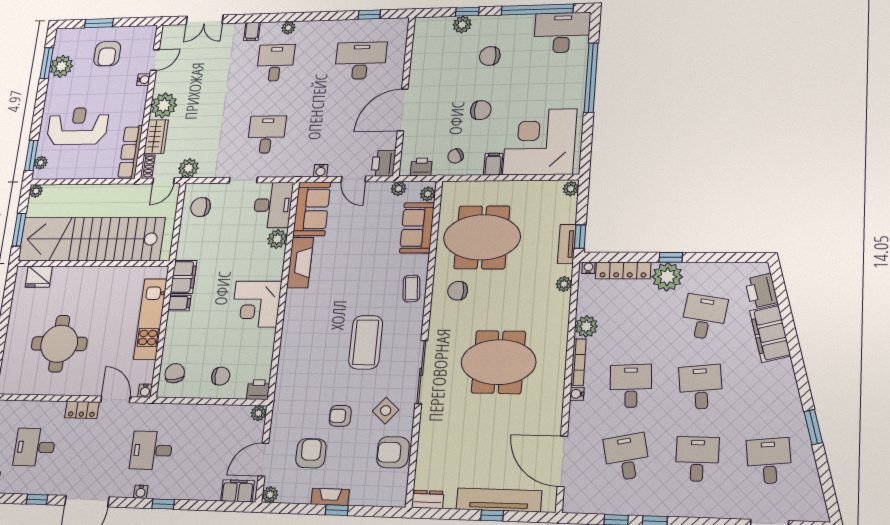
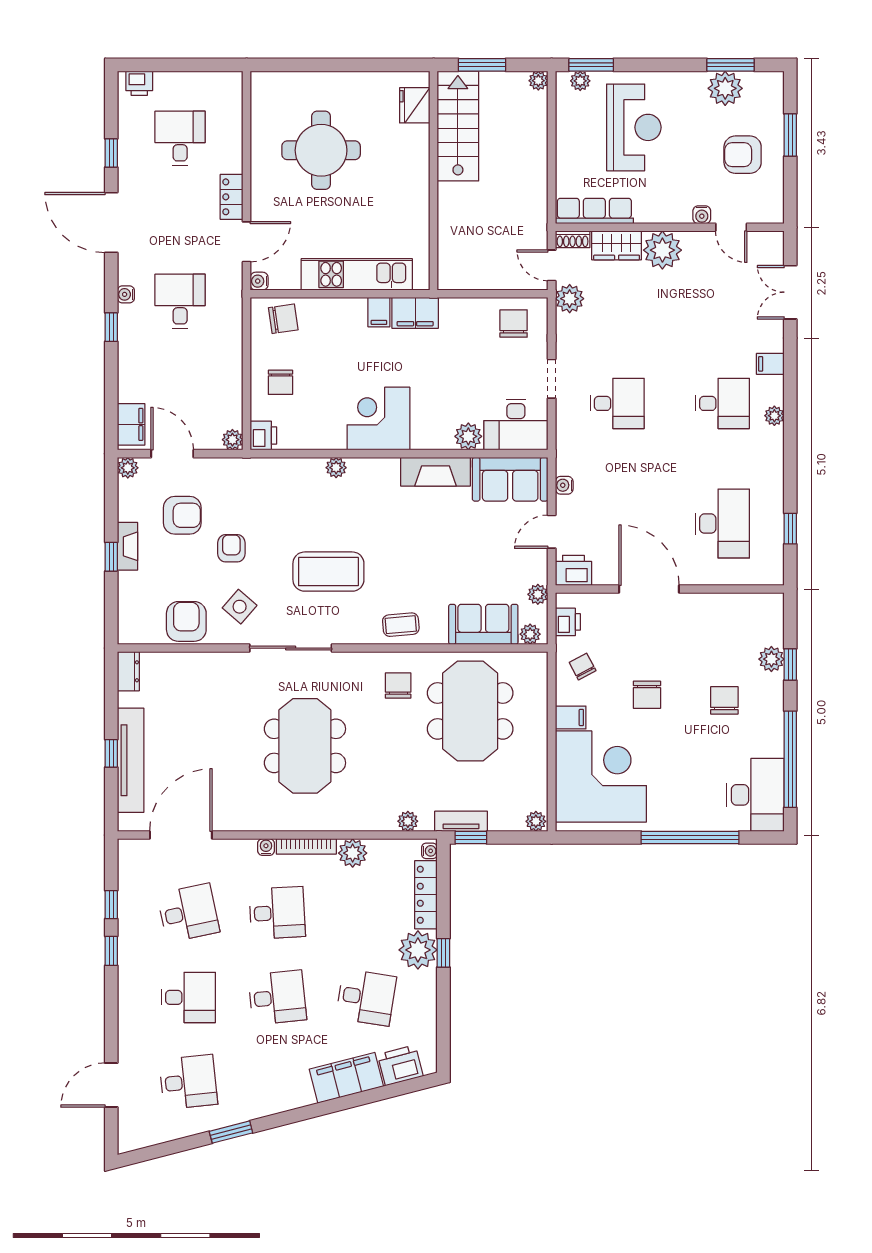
stairs: (91, 239) -> (458, 126), width x0.54, depth x0.66
plant: (289, 336) -> (336, 468), added

